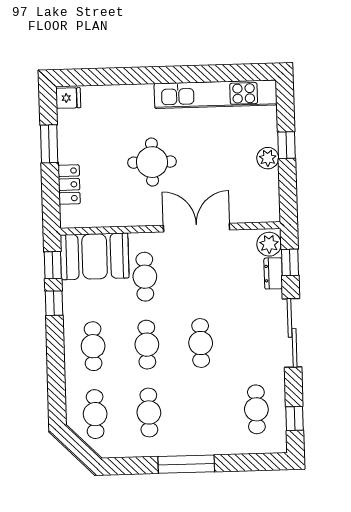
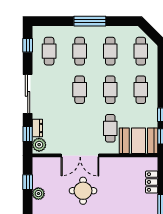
window: (286, 145) -> (28, 182), moved
round table: (152, 162) -> (83, 191), moved
cafe table: (203, 411) -> (80, 51), added

